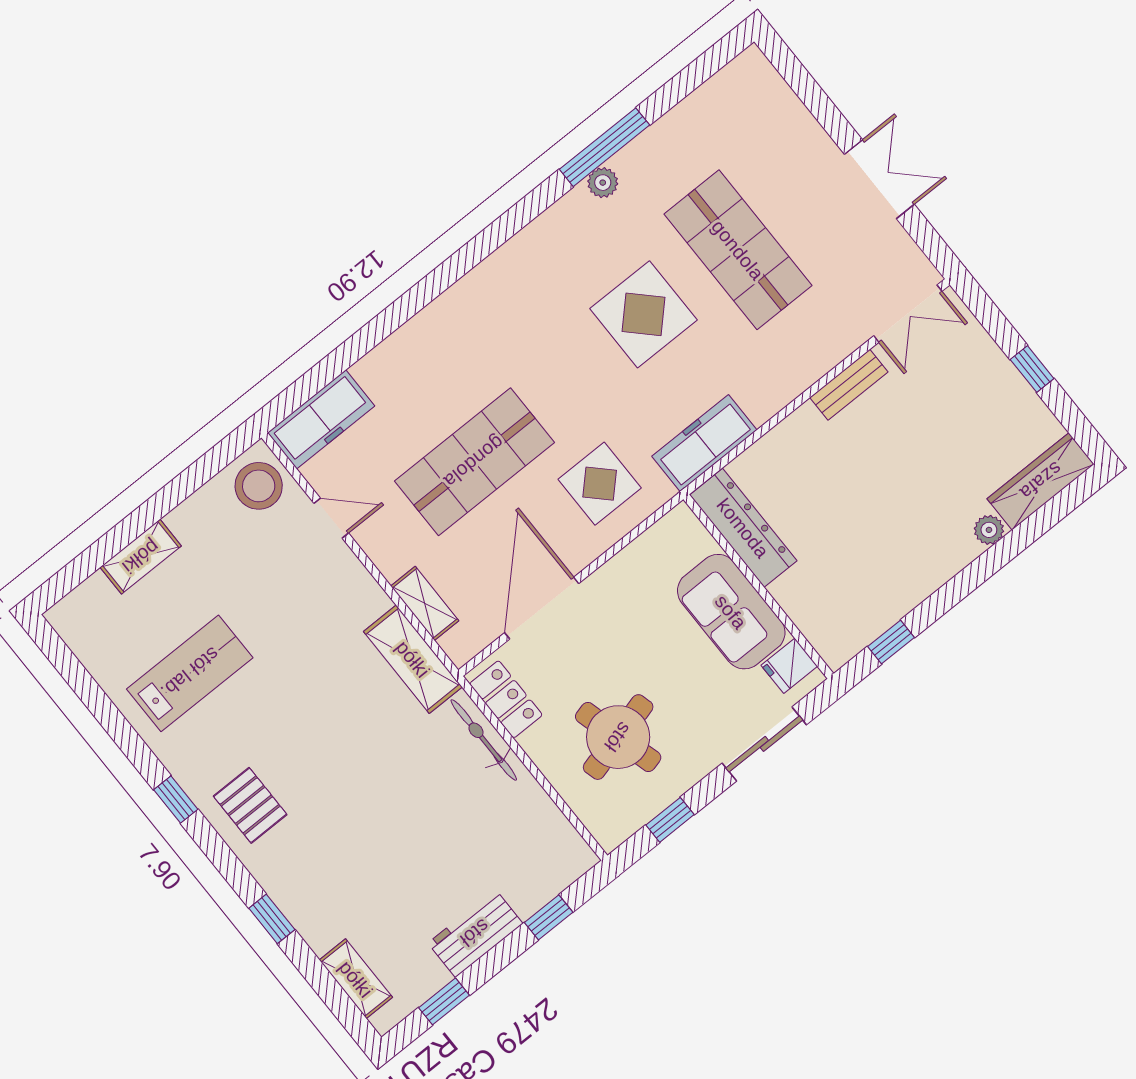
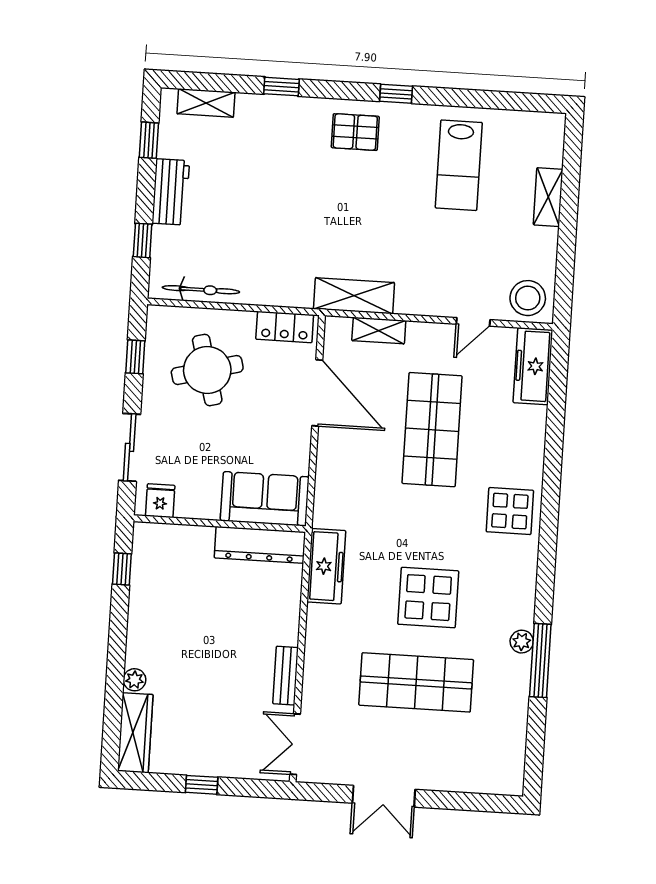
display table: (600, 484) -> (510, 511), moved
sofa: (731, 612) -> (265, 499), moved
bicycle: (484, 740) -> (201, 290), moved

